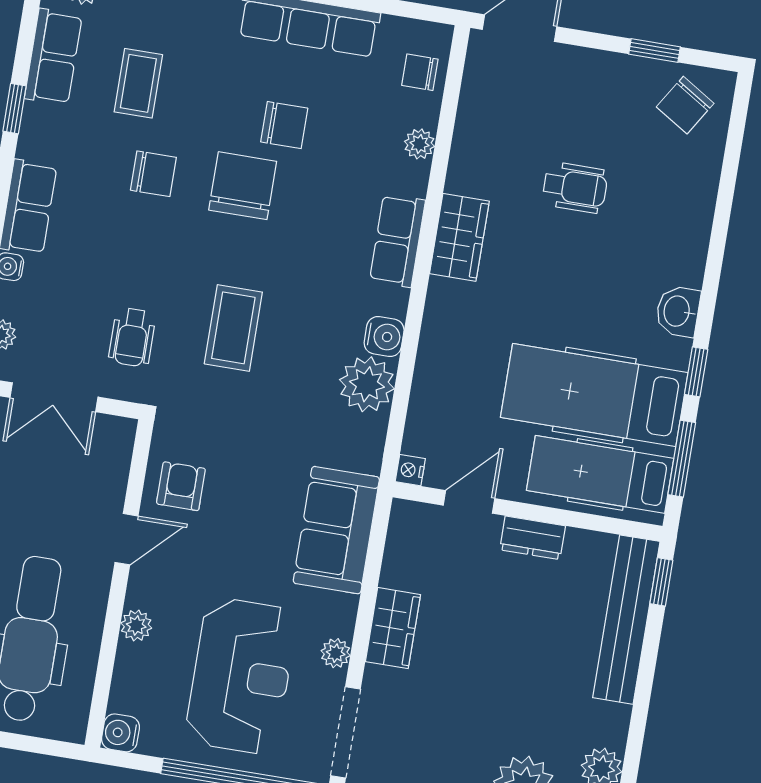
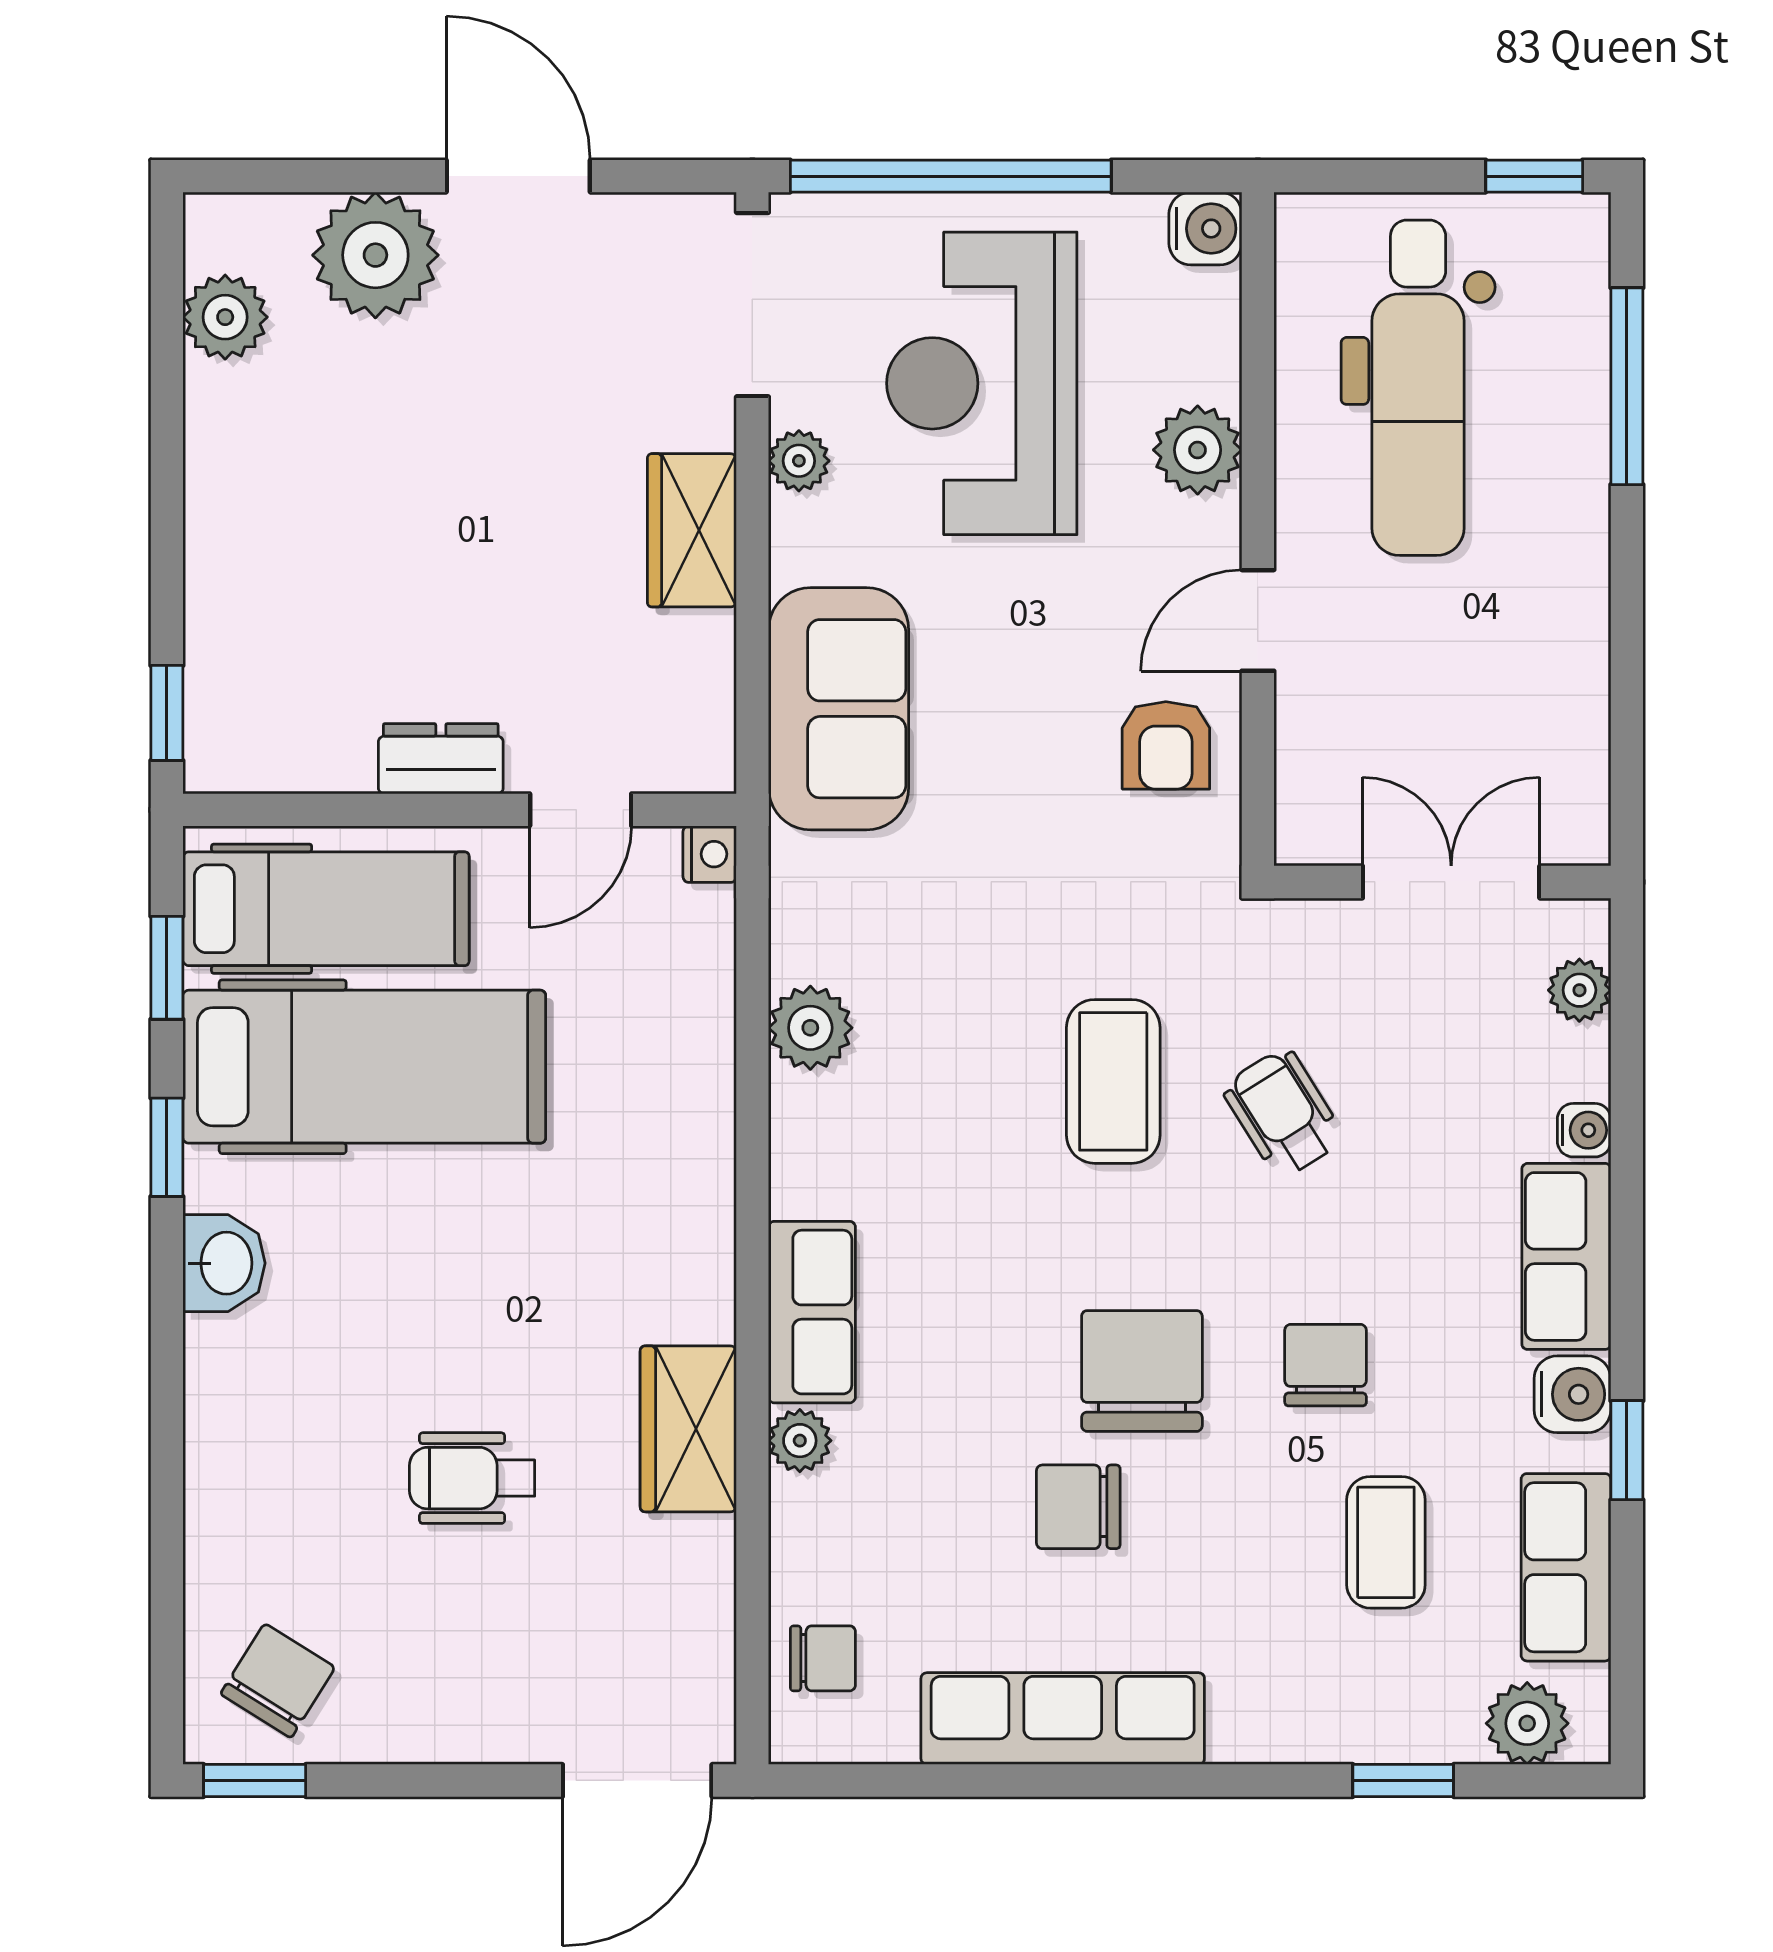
window: (655, 50) -> (255, 1780), moved
plant: (419, 144) -> (800, 1441), moved
chair: (153, 174) -> (1326, 1365), turned 90
chair: (243, 186) -> (1142, 1371), turned 180
wardrobe: (459, 237) -> (688, 1429), moved
wheelchair: (132, 337) -> (1283, 1113), moved, turned -32
water cooler: (384, 337) -> (1572, 1394), moved, turned 180
plant: (367, 384) -> (810, 1028), width x0.73, depth x0.73
window: (682, 459) -> (167, 968), width x0.67
bench: (626, 620) -> (225, 625), removed
plant: (136, 625) -> (1198, 450), width x1.38, depth x1.38

